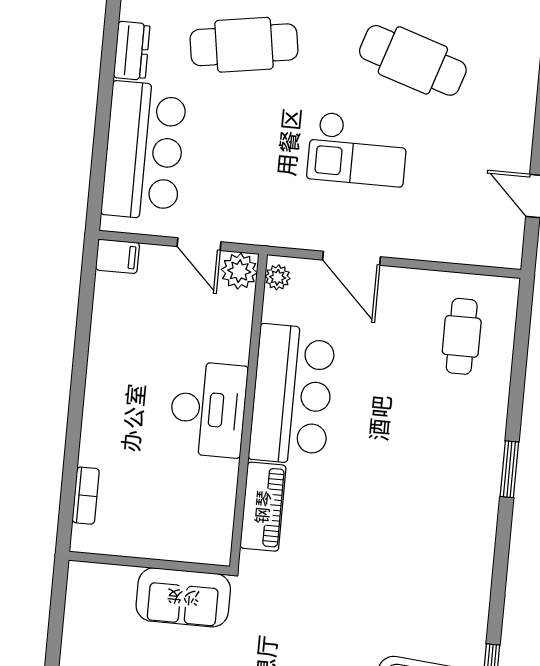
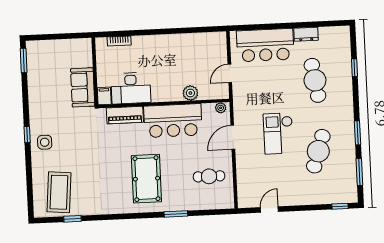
filing cabinet: (118, 256) -> (104, 96), moved, turned 180
plant: (239, 271) -> (190, 93), moved
cafe table: (462, 336) -> (209, 176), moved
desk: (208, 409) -> (131, 88), moved
window: (509, 469) -> (176, 214), moved
pool table: (421, 477) -> (146, 179), added

